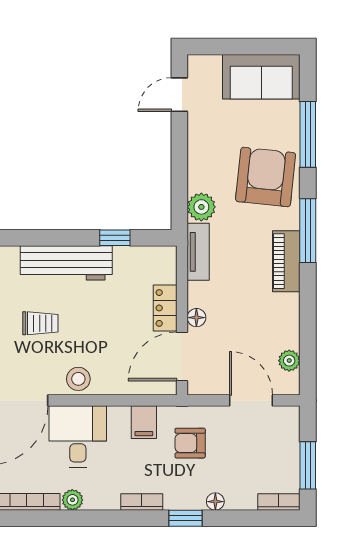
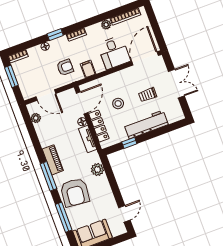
tv unit: (198, 252) -> (88, 139), moved
locker: (165, 308) -> (99, 126), width x1.53
stool: (78, 379) -> (118, 104), moved

